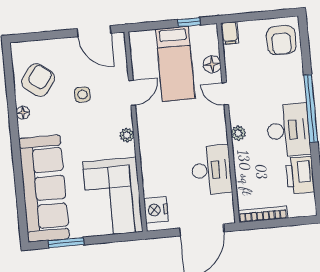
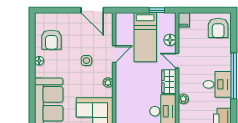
armchair: (38, 80) -> (51, 40), turned 144
side table: (82, 95) -> (86, 61), moved
wardrobe: (216, 126) -> (169, 82), added
desk: (288, 130) -> (217, 84), width x0.73
plant: (238, 133) -> (183, 99), moved

